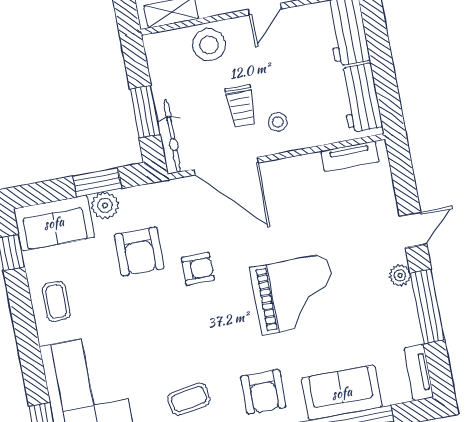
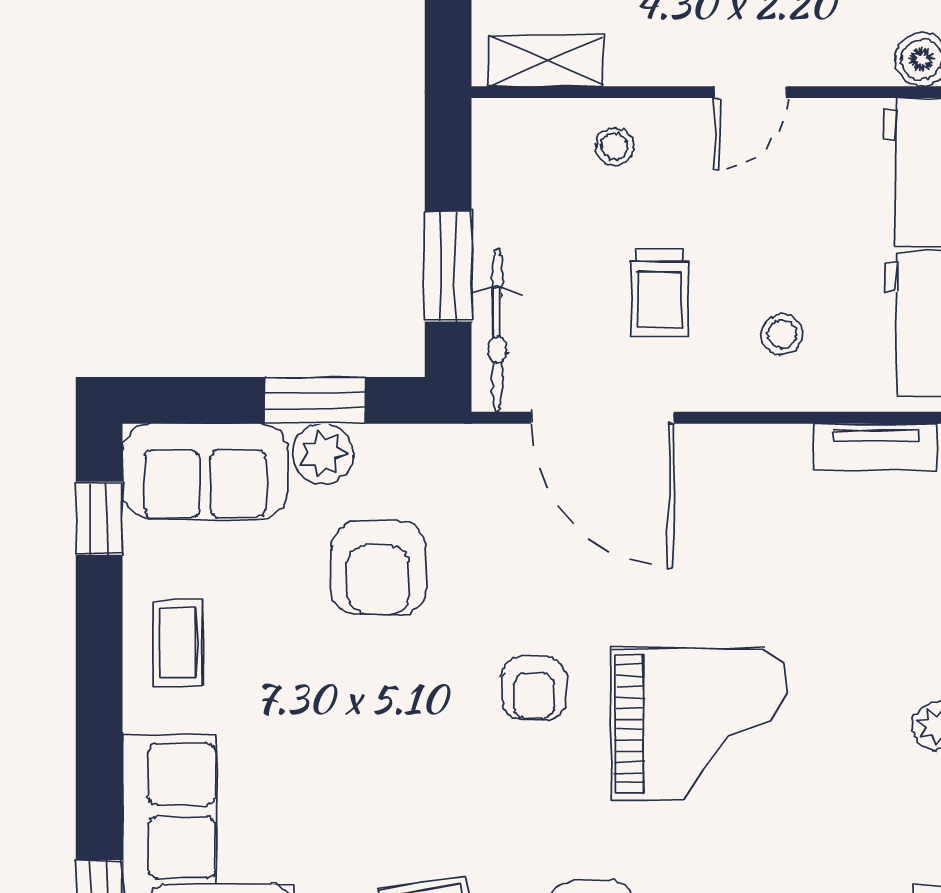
stool: (209, 45) -> (615, 147), width x0.53, depth x0.53
stool: (278, 122) -> (782, 334), moved
armchair: (198, 269) -> (534, 688), moved, turned 90

